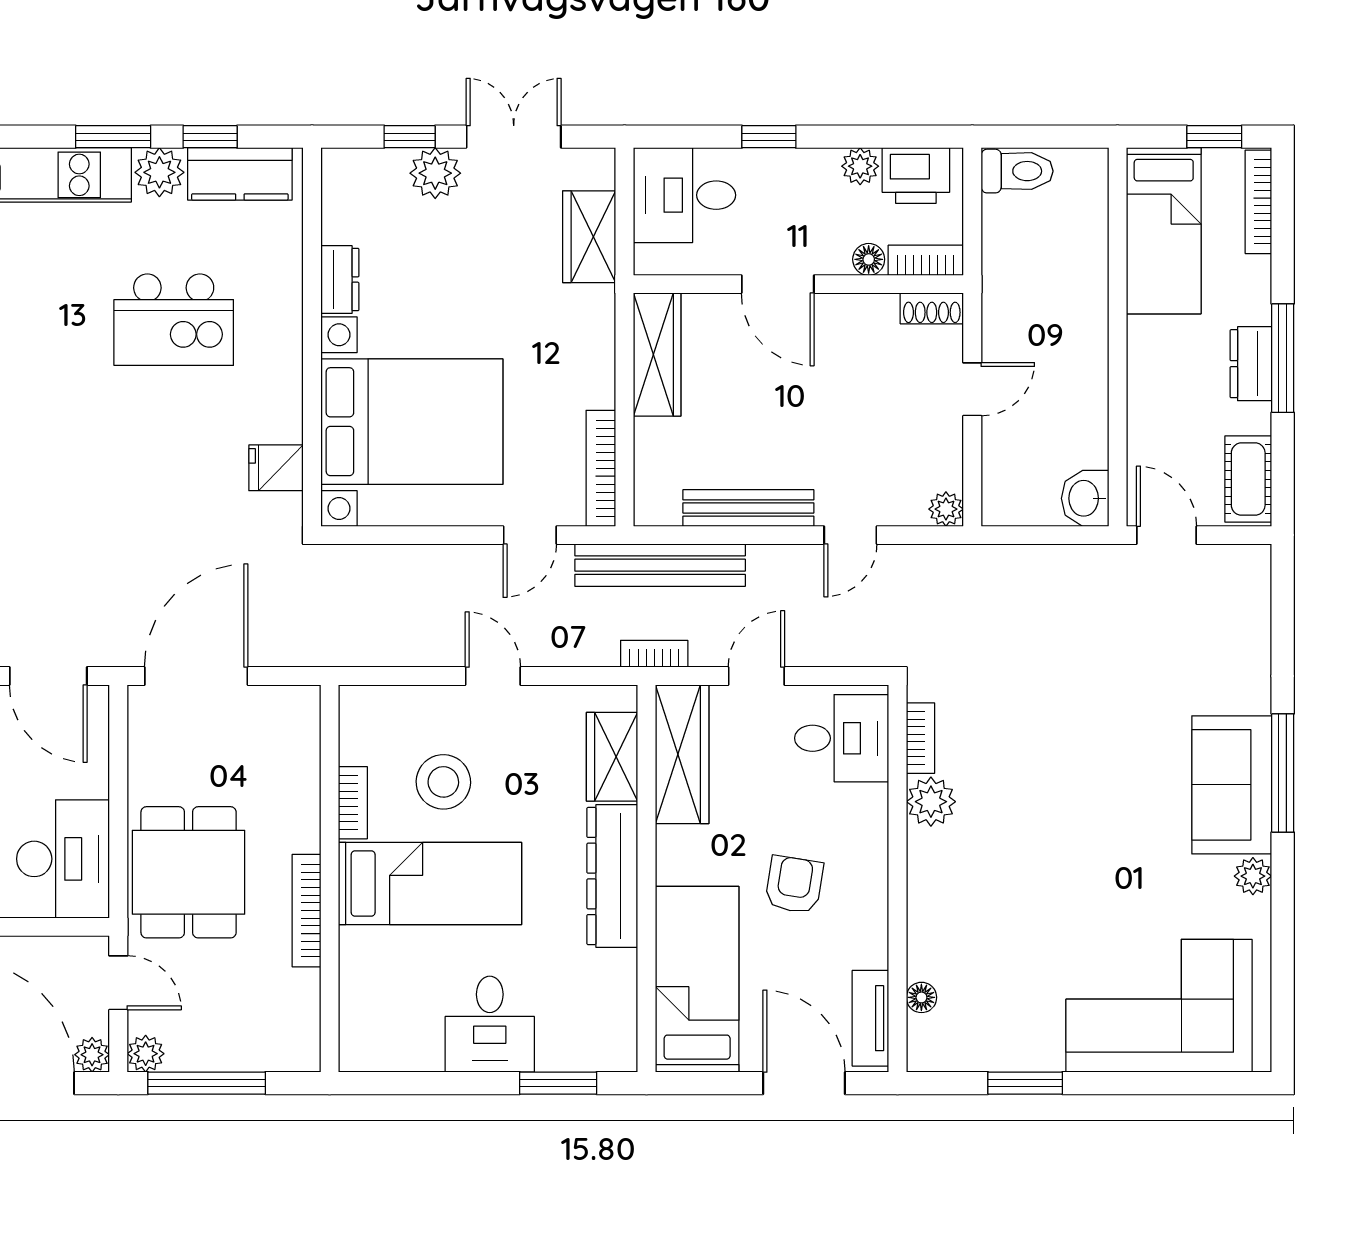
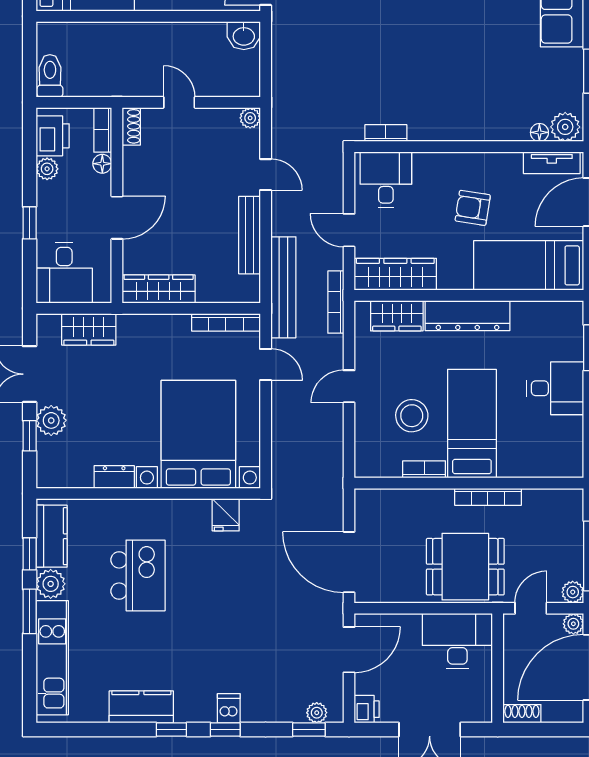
bookcase: (654, 654) -> (336, 302), width x1.56
plant: (931, 802) -> (565, 127), moved

